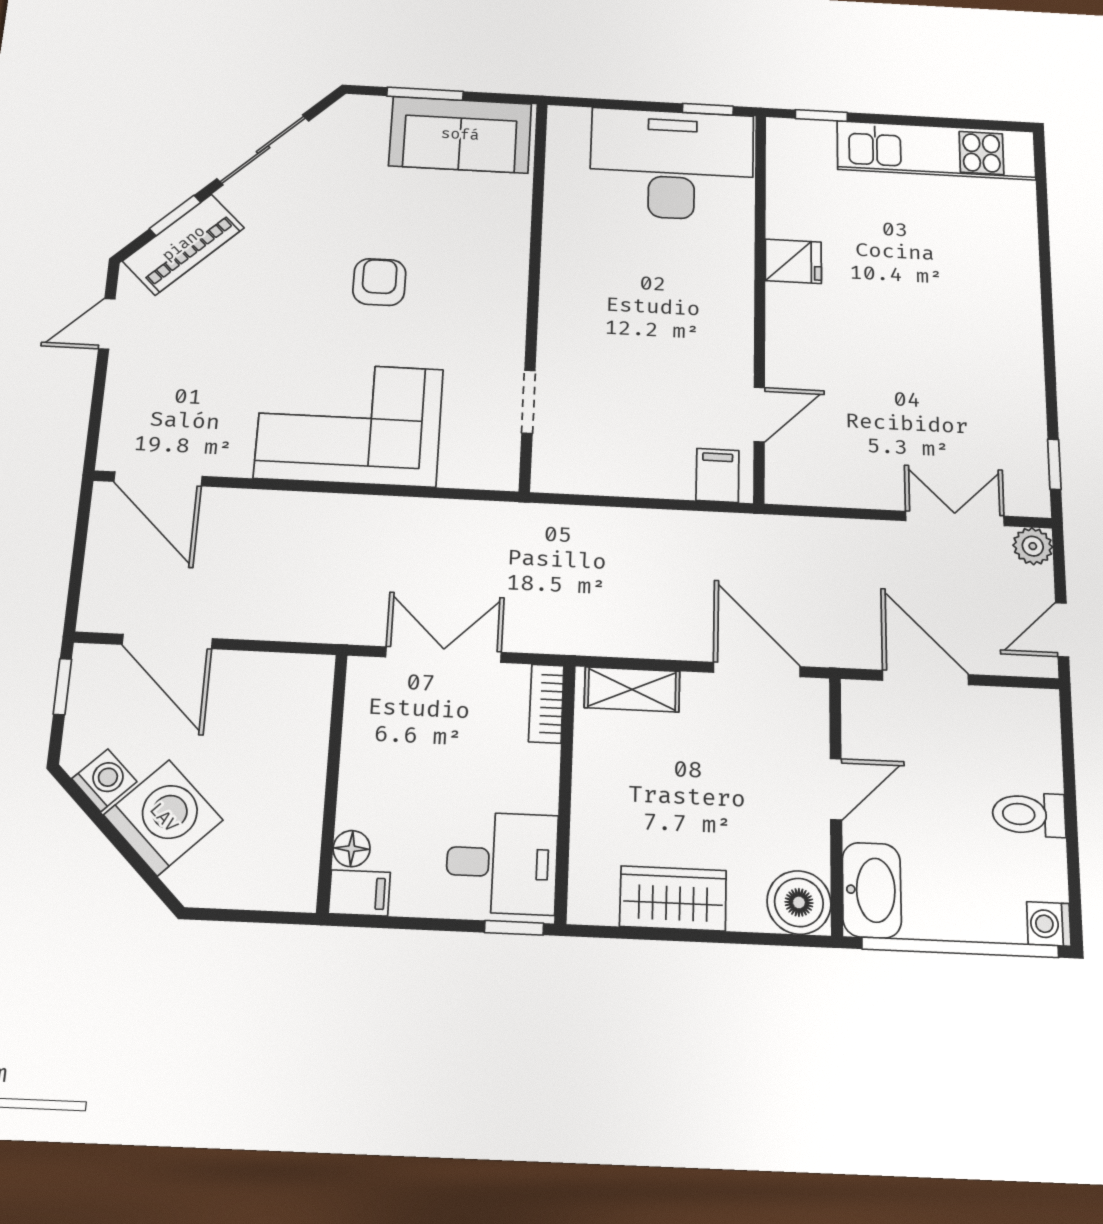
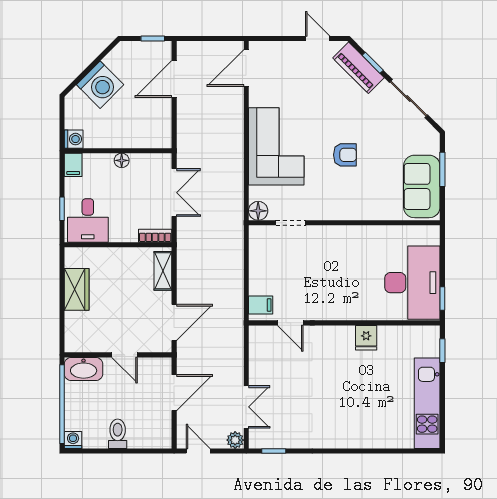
floor lamp: (497, 470) -> (258, 211), added
washing machine: (104, 780) -> (74, 139), moved, turned -45
floor lamp: (352, 849) -> (122, 160), moved
boiler: (799, 902) -> (77, 340), removed
window: (514, 928) -> (62, 209), moved

